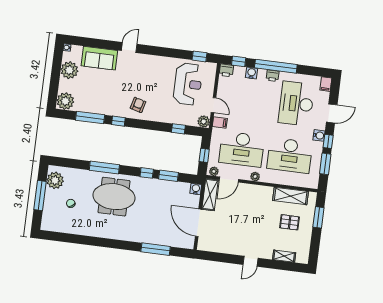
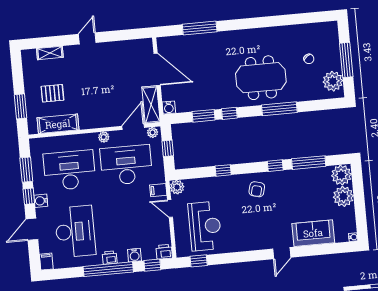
plant: (69, 70) -> (343, 196), moved
reception desk: (188, 84) -> (205, 226), turned 180
window: (178, 129) -> (223, 170), moved

